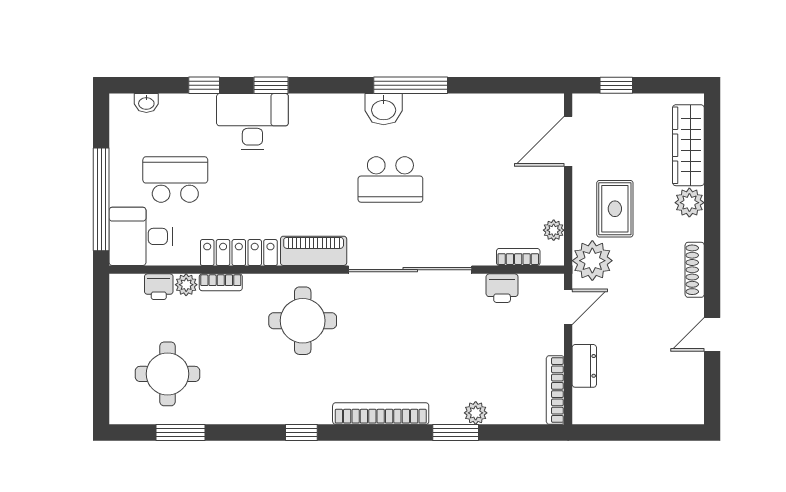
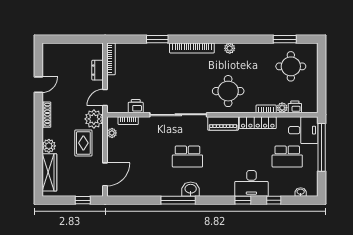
school desk: (390, 180) -> (187, 157), turned 180
plant: (476, 413) -> (230, 48), moved
window: (301, 433) -> (229, 39), removed

